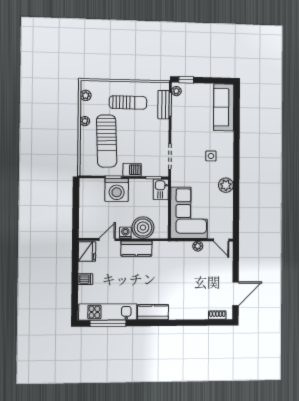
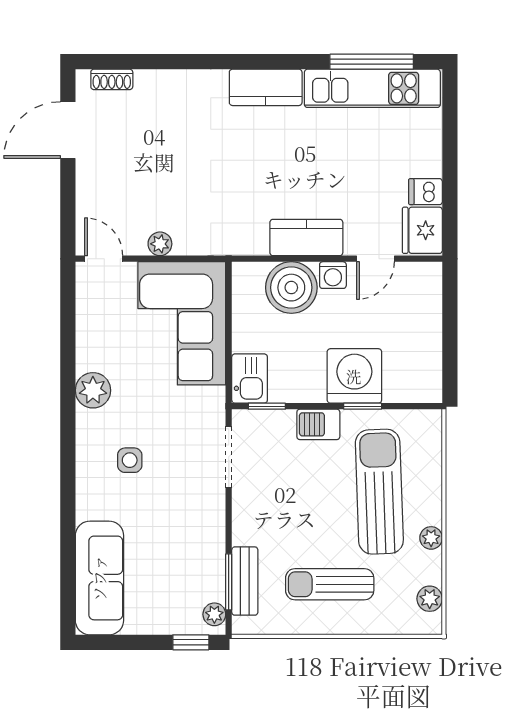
dishwasher: (85, 279) -> (425, 192), moved

